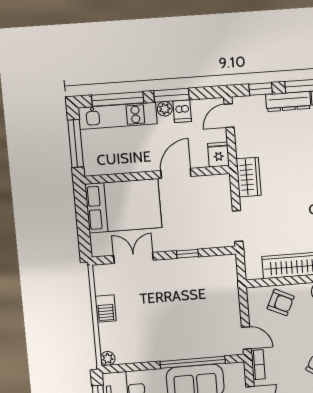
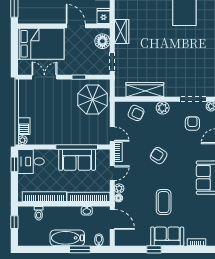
door: (176, 173) -> (76, 26), hinge flipped
floor lamp: (220, 195) -> (102, 41), added
parasol: (212, 287) -> (93, 100), added
barbecue: (106, 309) -> (24, 126), moved

